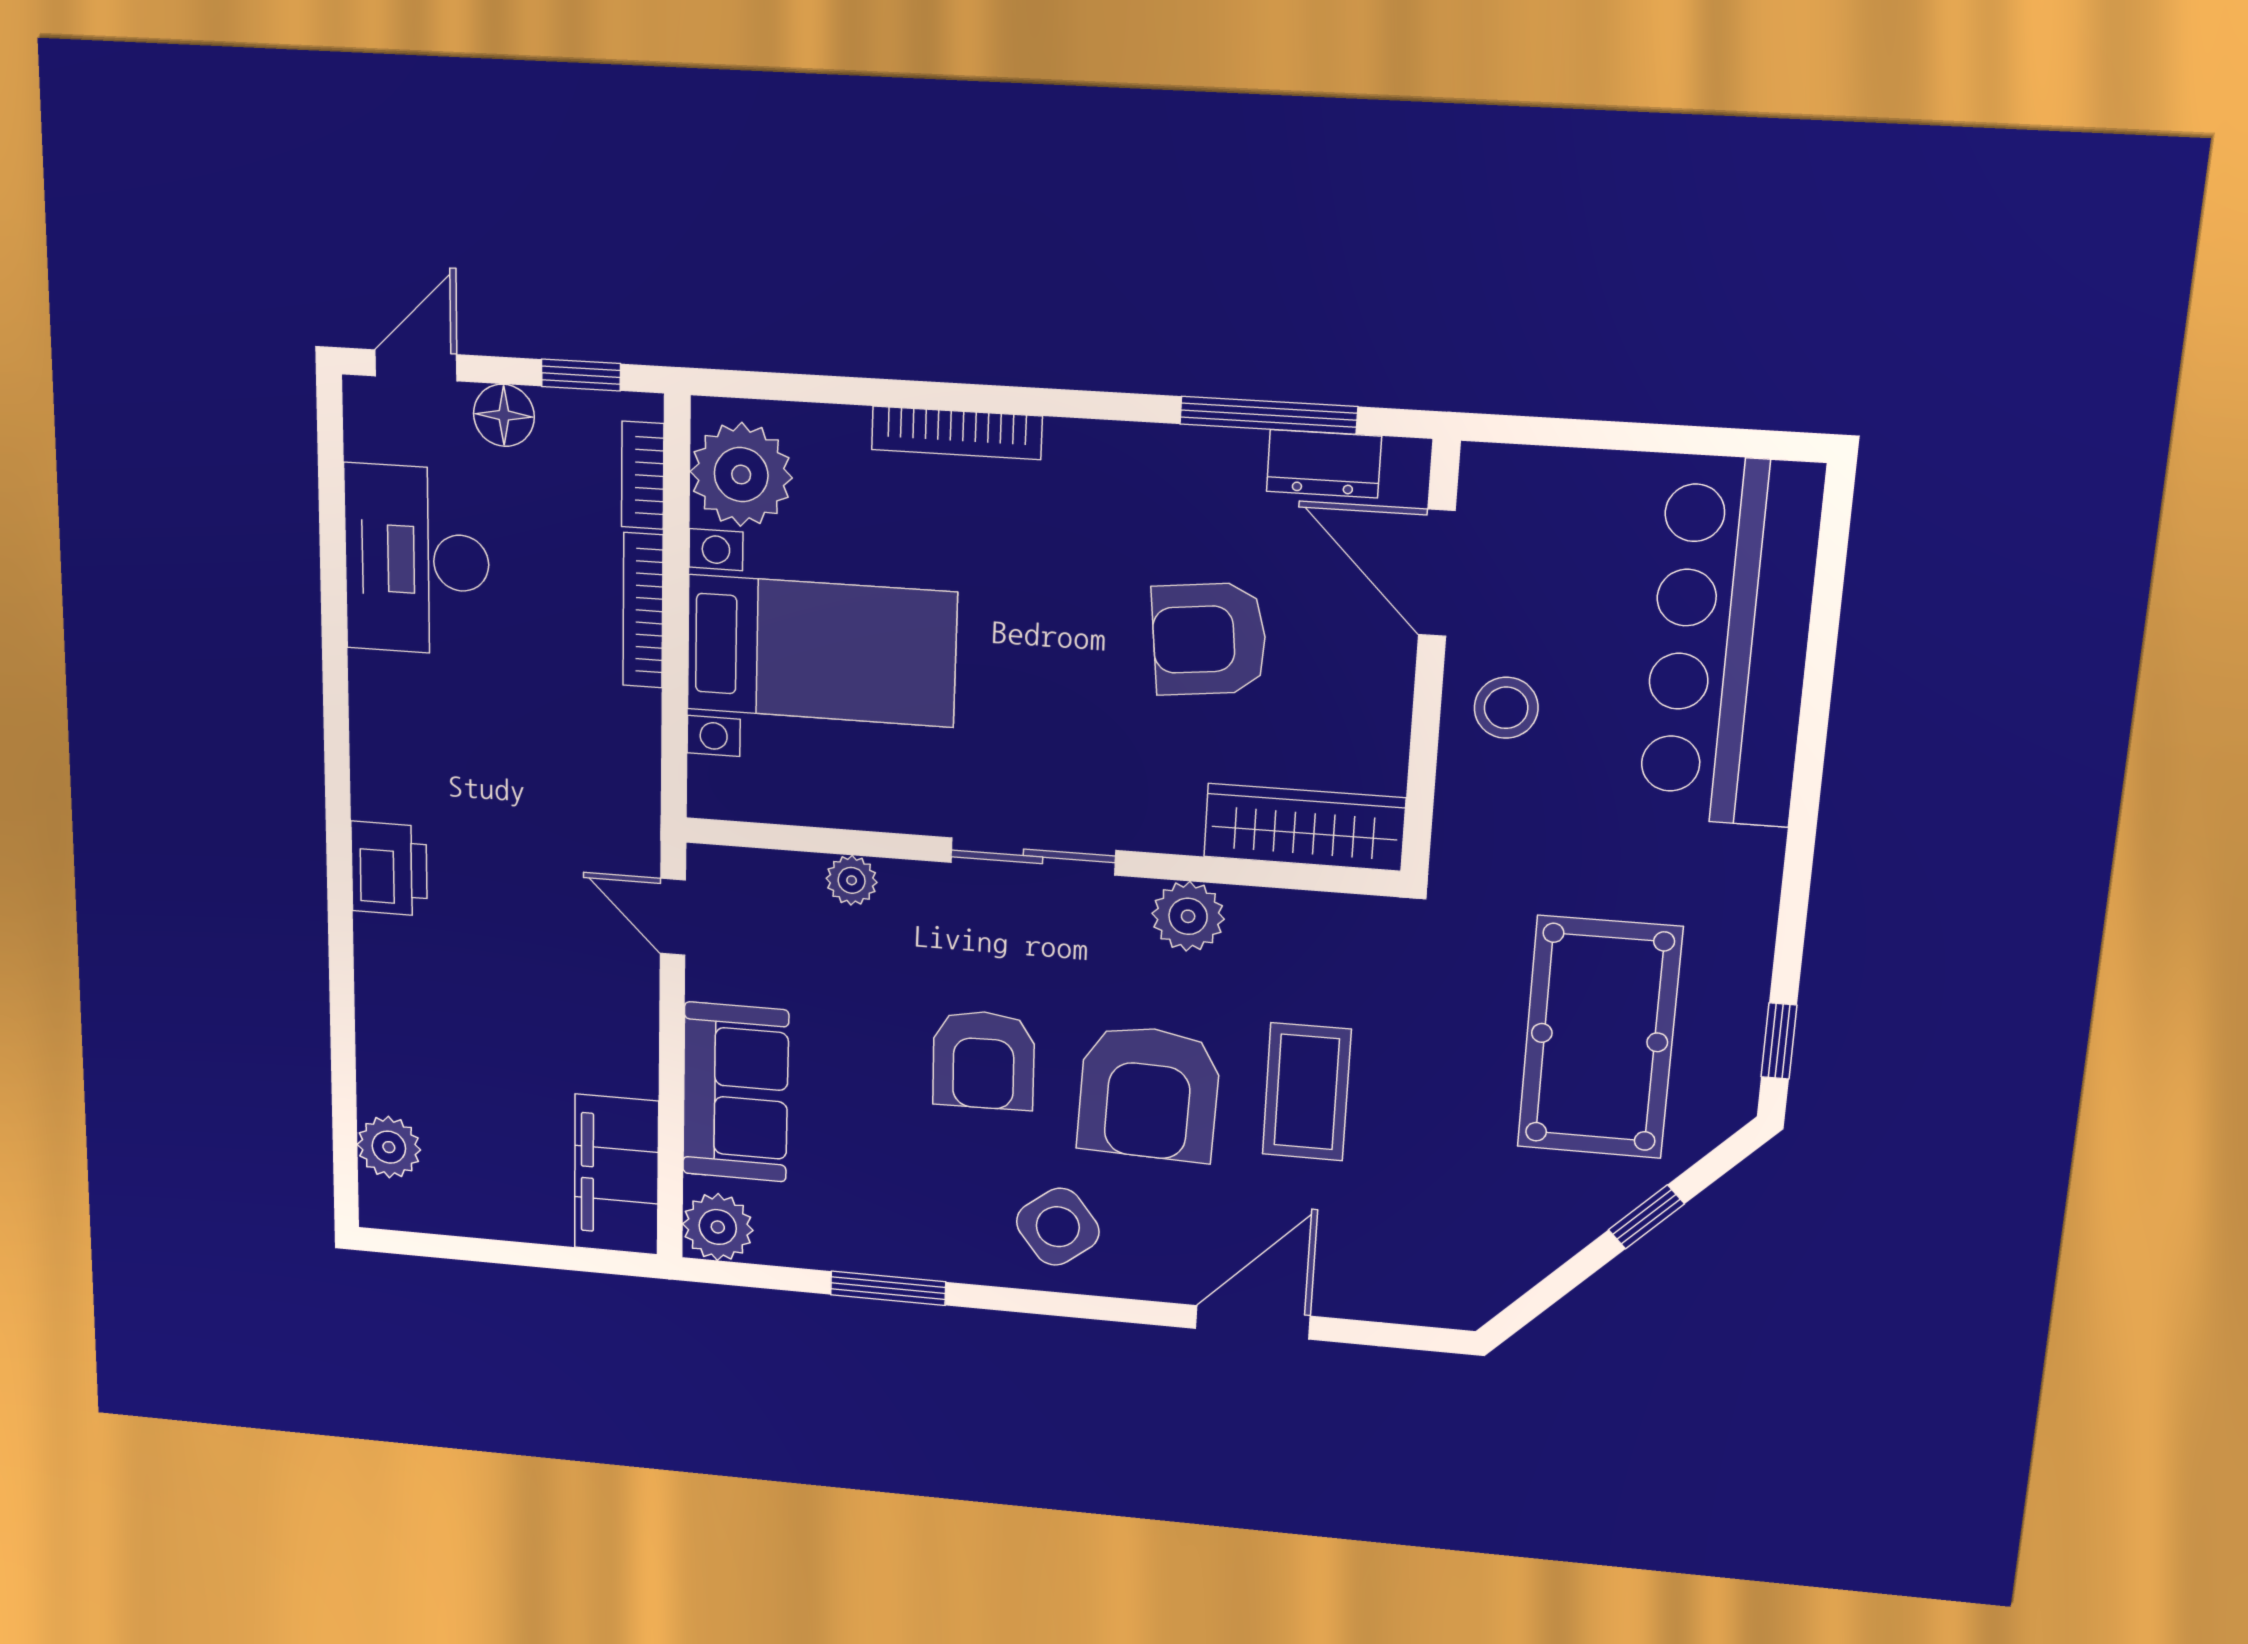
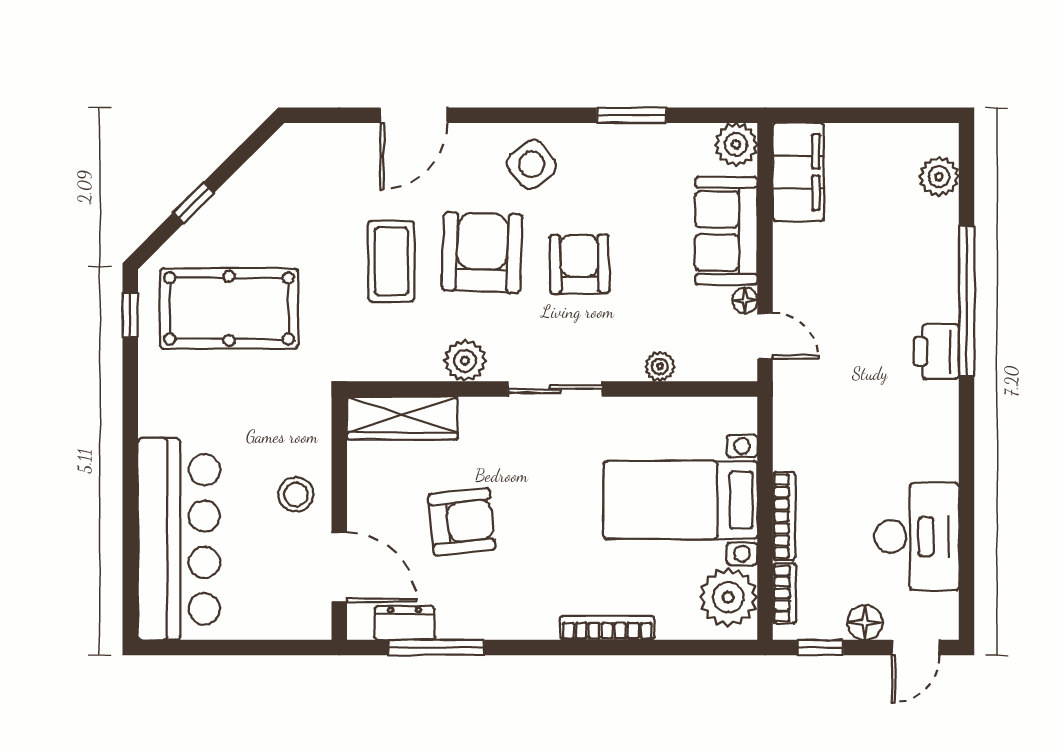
window: (341, 946) -> (967, 301), added
floor lamp: (706, 978) -> (745, 300), added
pool table: (1599, 1038) -> (229, 308), turned 90

